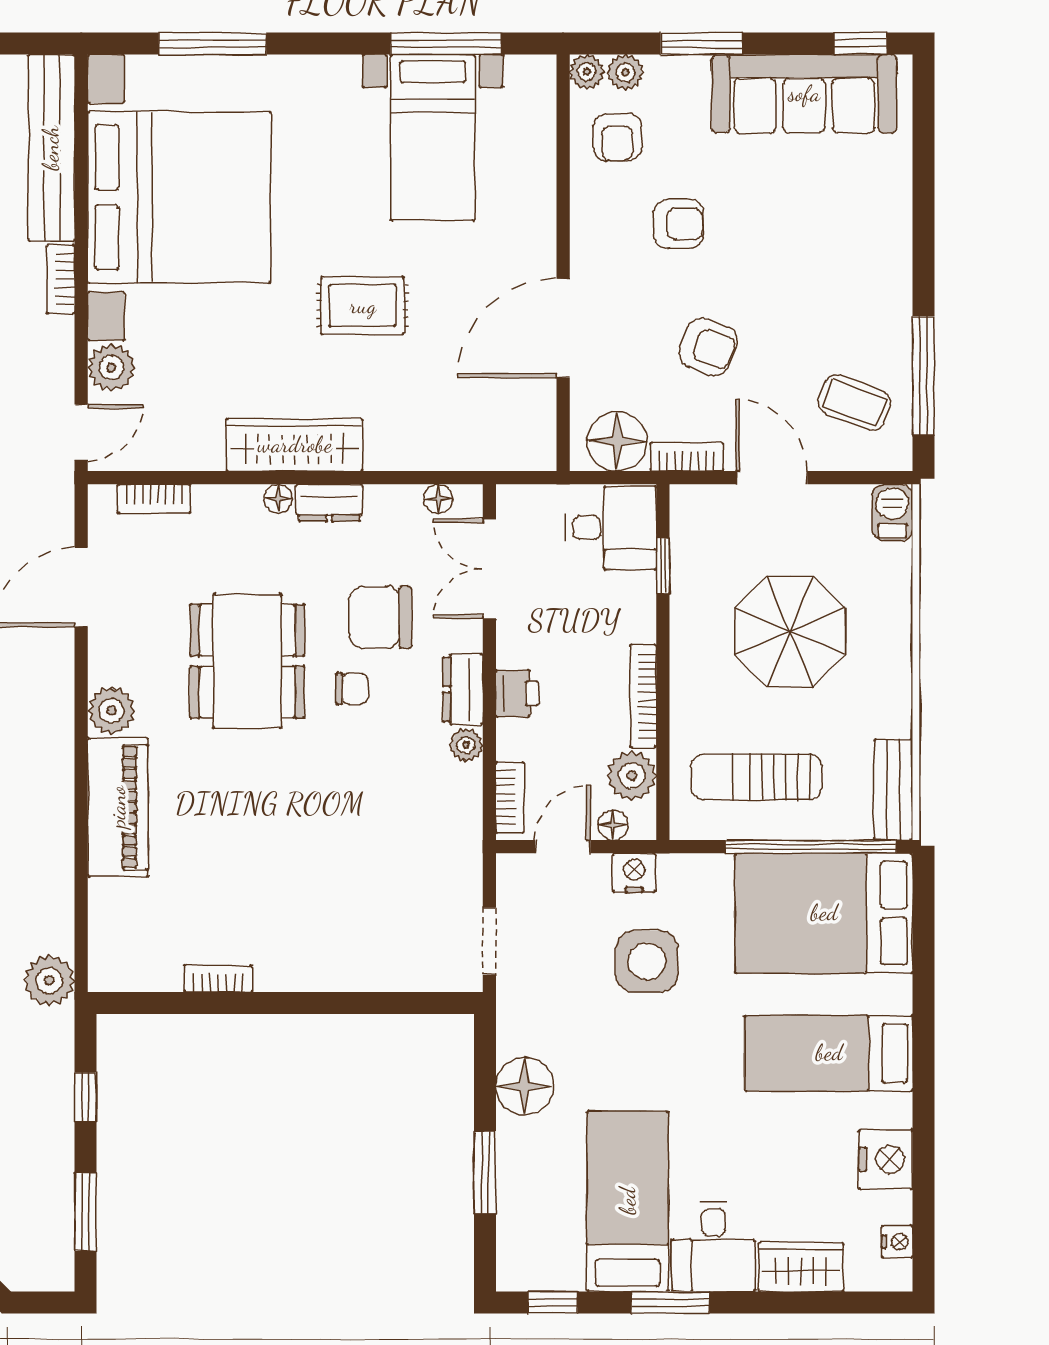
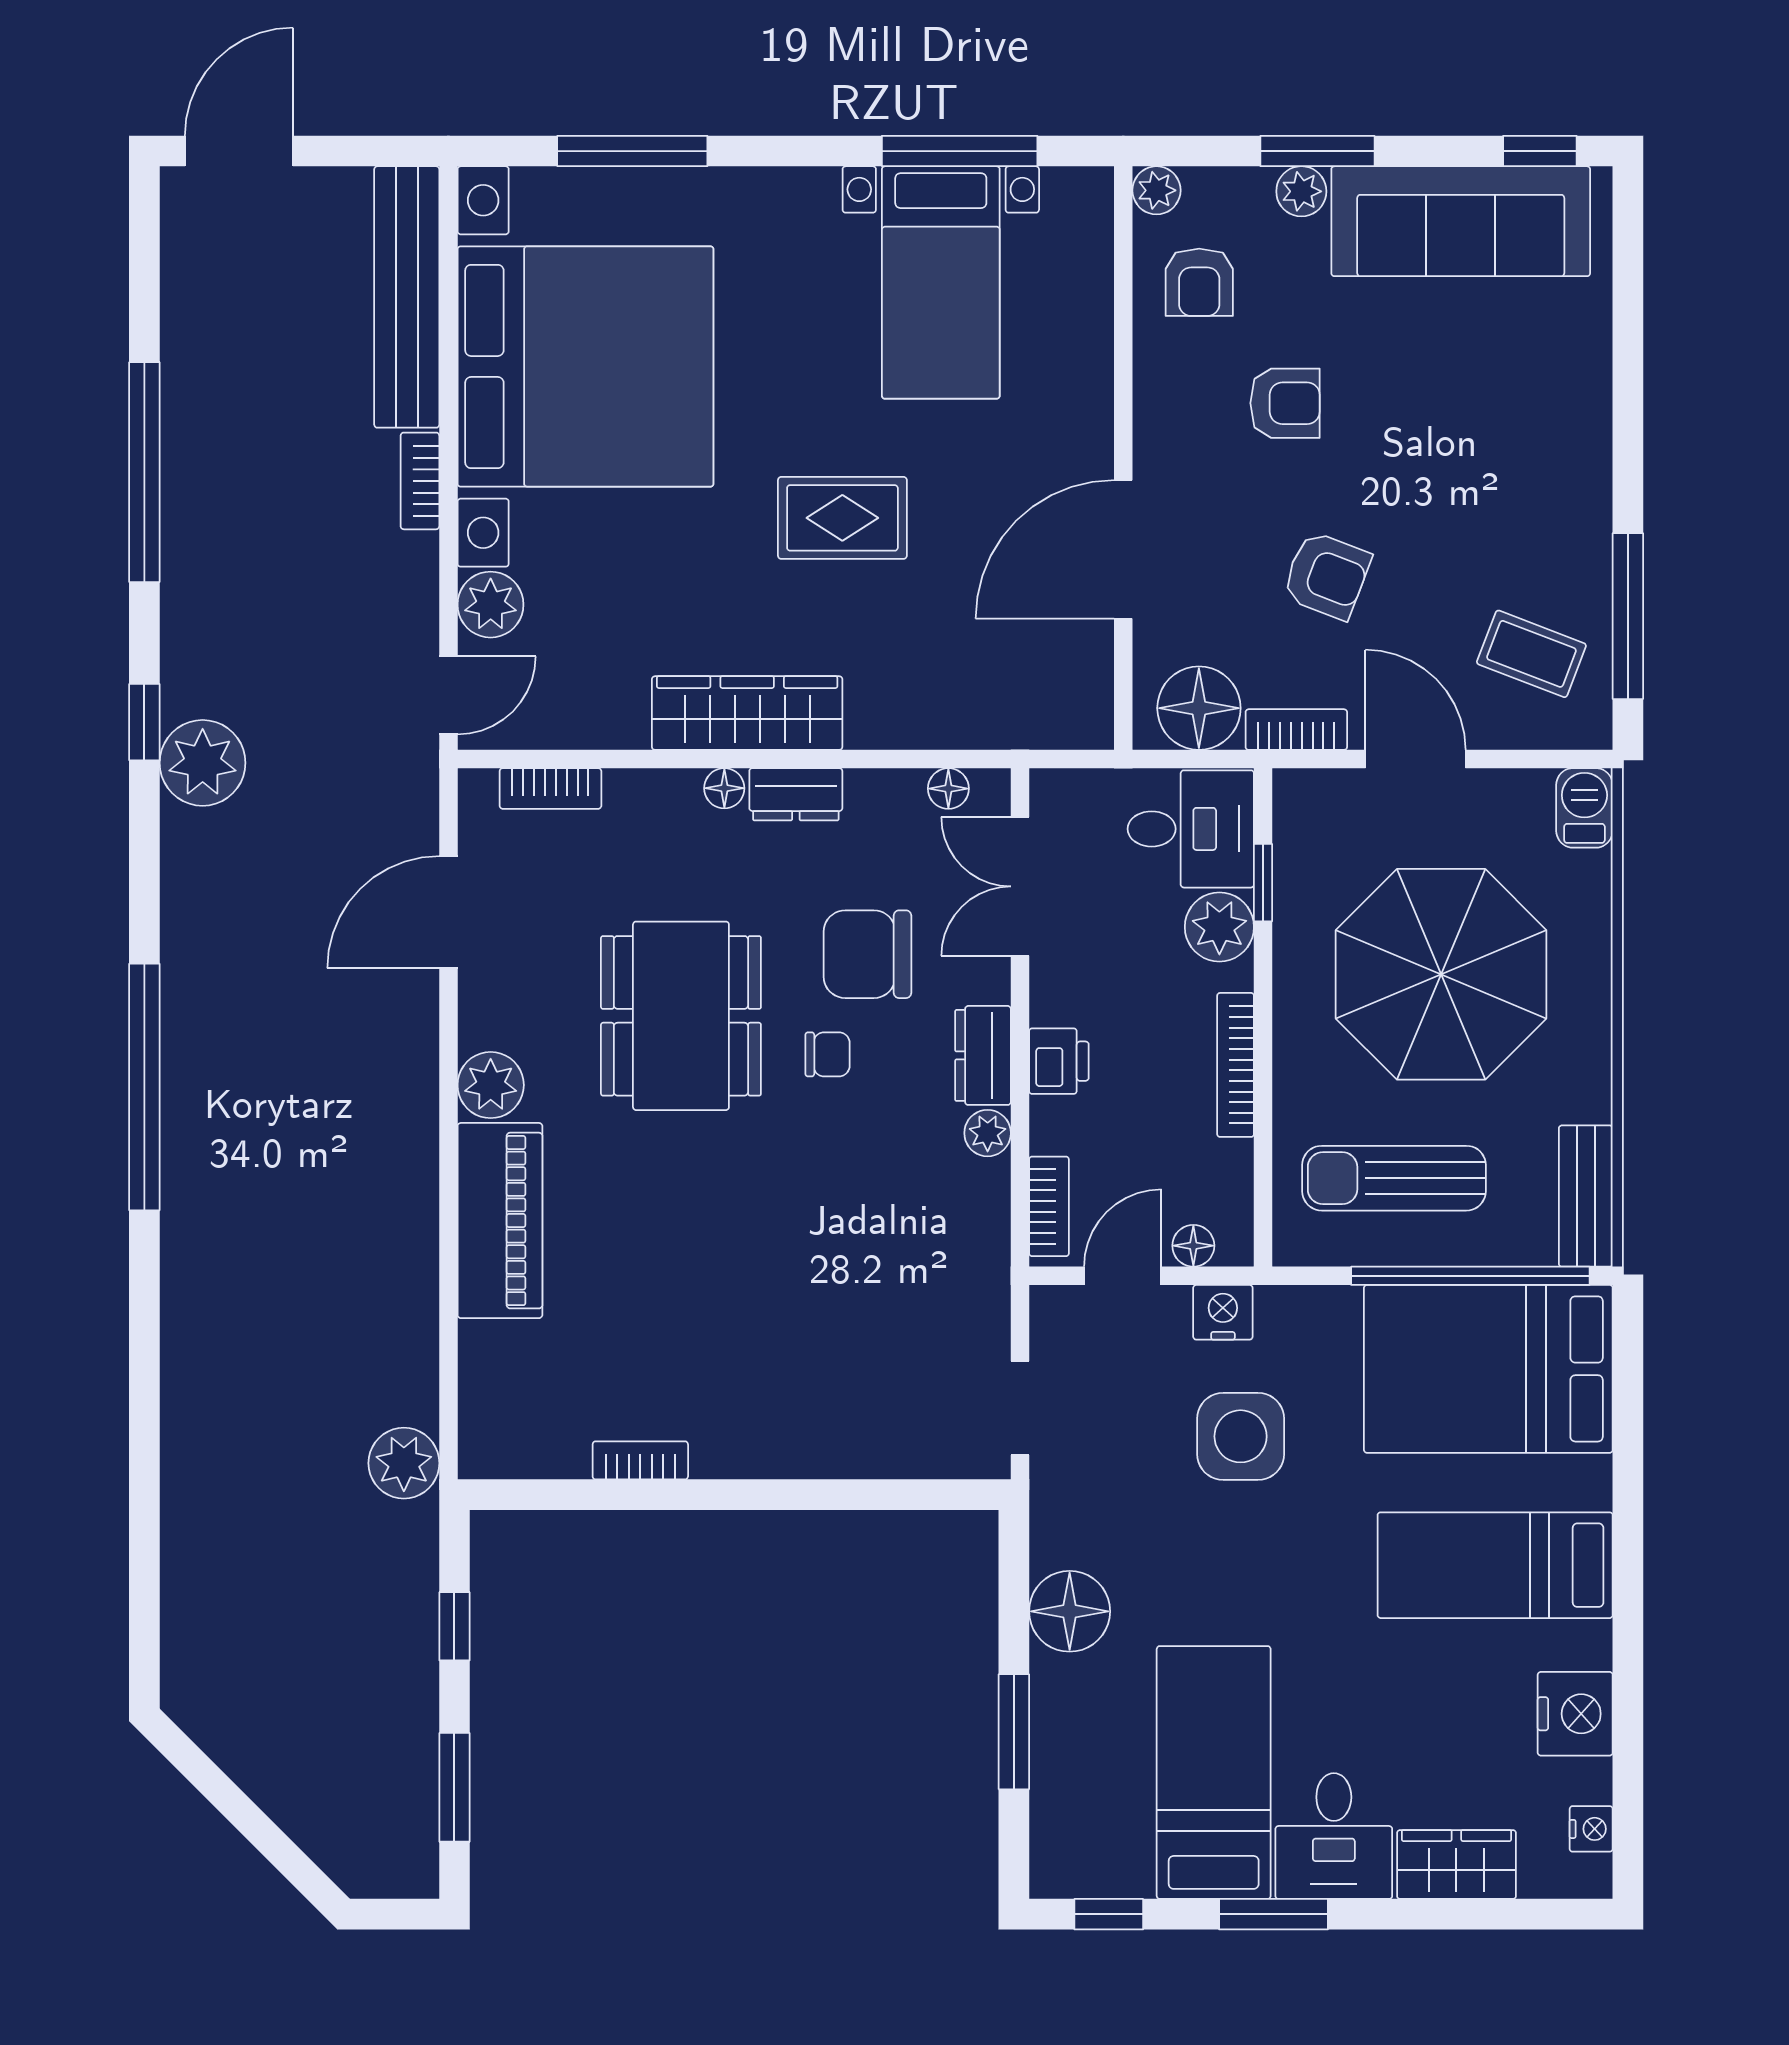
plant: (625, 72) -> (1301, 191), moved
parasol: (790, 631) -> (1441, 974), width x1.36, depth x1.36
plant: (632, 776) -> (1219, 927), moved

